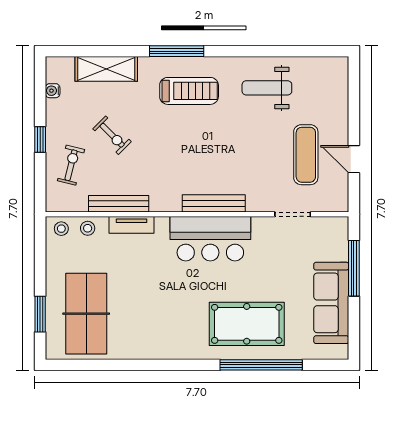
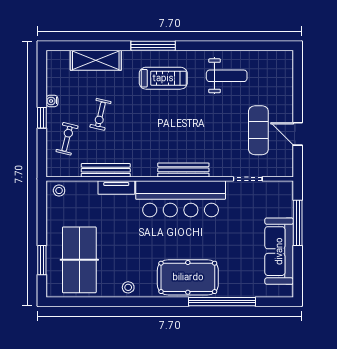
weight bench: (267, 88) -> (227, 76), turned 180
water cooler: (53, 91) -> (52, 101), moved
exercise bike: (112, 135) -> (100, 114), turned 58
stool: (88, 228) -> (128, 287), moved
bar counter: (210, 239) -> (181, 199), width x1.36
pool table: (247, 324) -> (188, 277), moved

